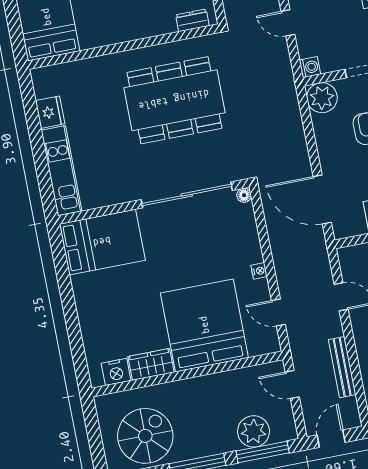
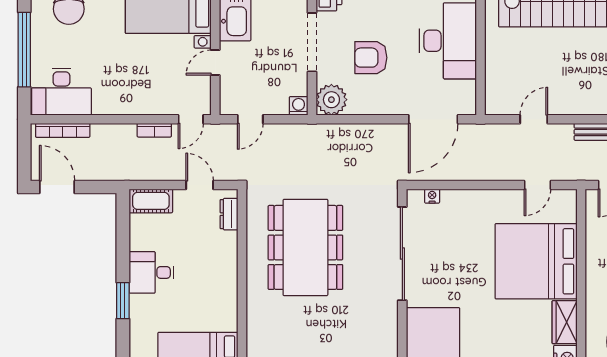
floor lamp: (244, 195) -> (414, 196), removed
nightstand: (259, 271) -> (432, 196), moved

